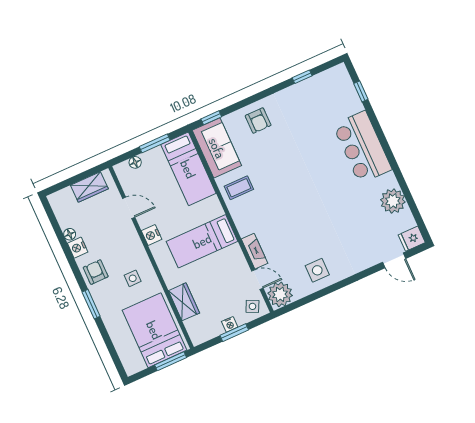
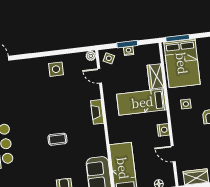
coffee table: (239, 188) -> (57, 139), moved
bed: (202, 241) -> (142, 102), moved, turned 180
fireplace: (254, 251) -> (97, 112), moved
plant: (280, 294) -> (91, 56), width x0.53, depth x0.53

